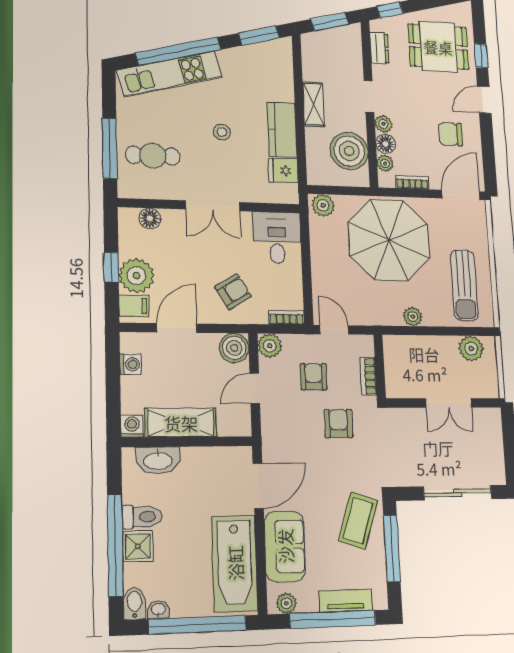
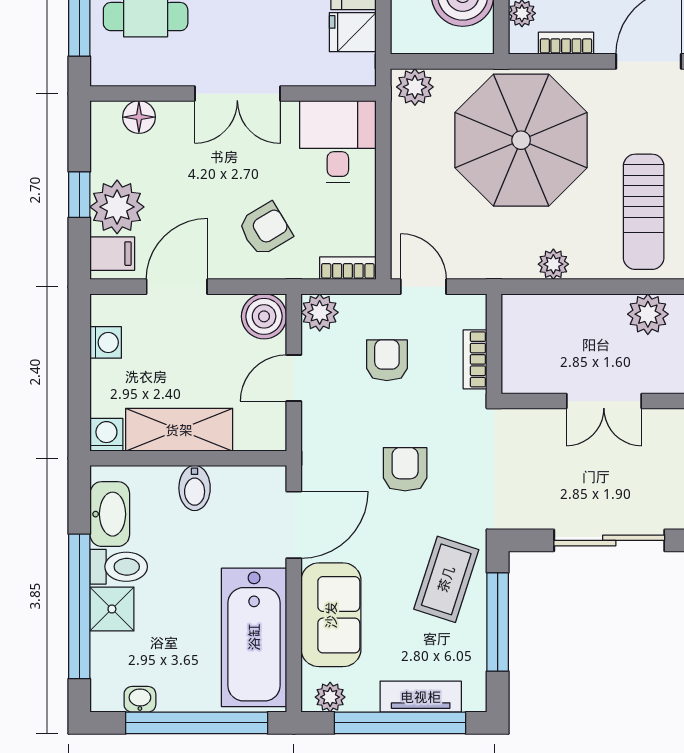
armchair: (338, 424) -> (405, 469), moved
washbasin: (158, 460) -> (110, 514), moved, turned -90
bidet: (134, 603) -> (195, 488), moved, turned 180

